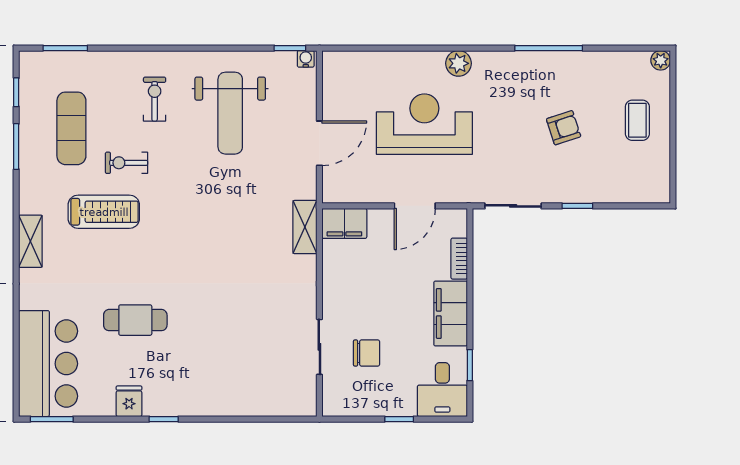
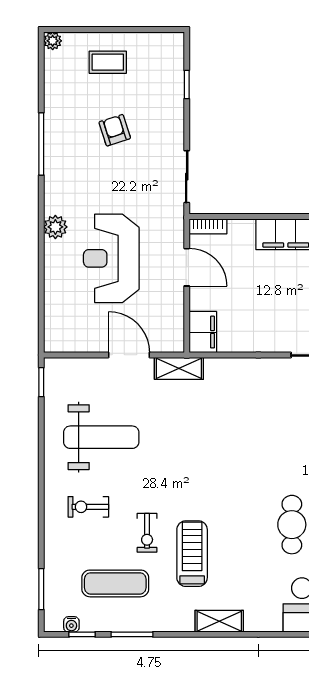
water cooler: (306, 59) -> (71, 624), moved, turned -90
window: (577, 206) -> (187, 85), moved
shelving: (305, 227) -> (179, 368), moved
bookcase: (459, 259) -> (208, 226), moved

